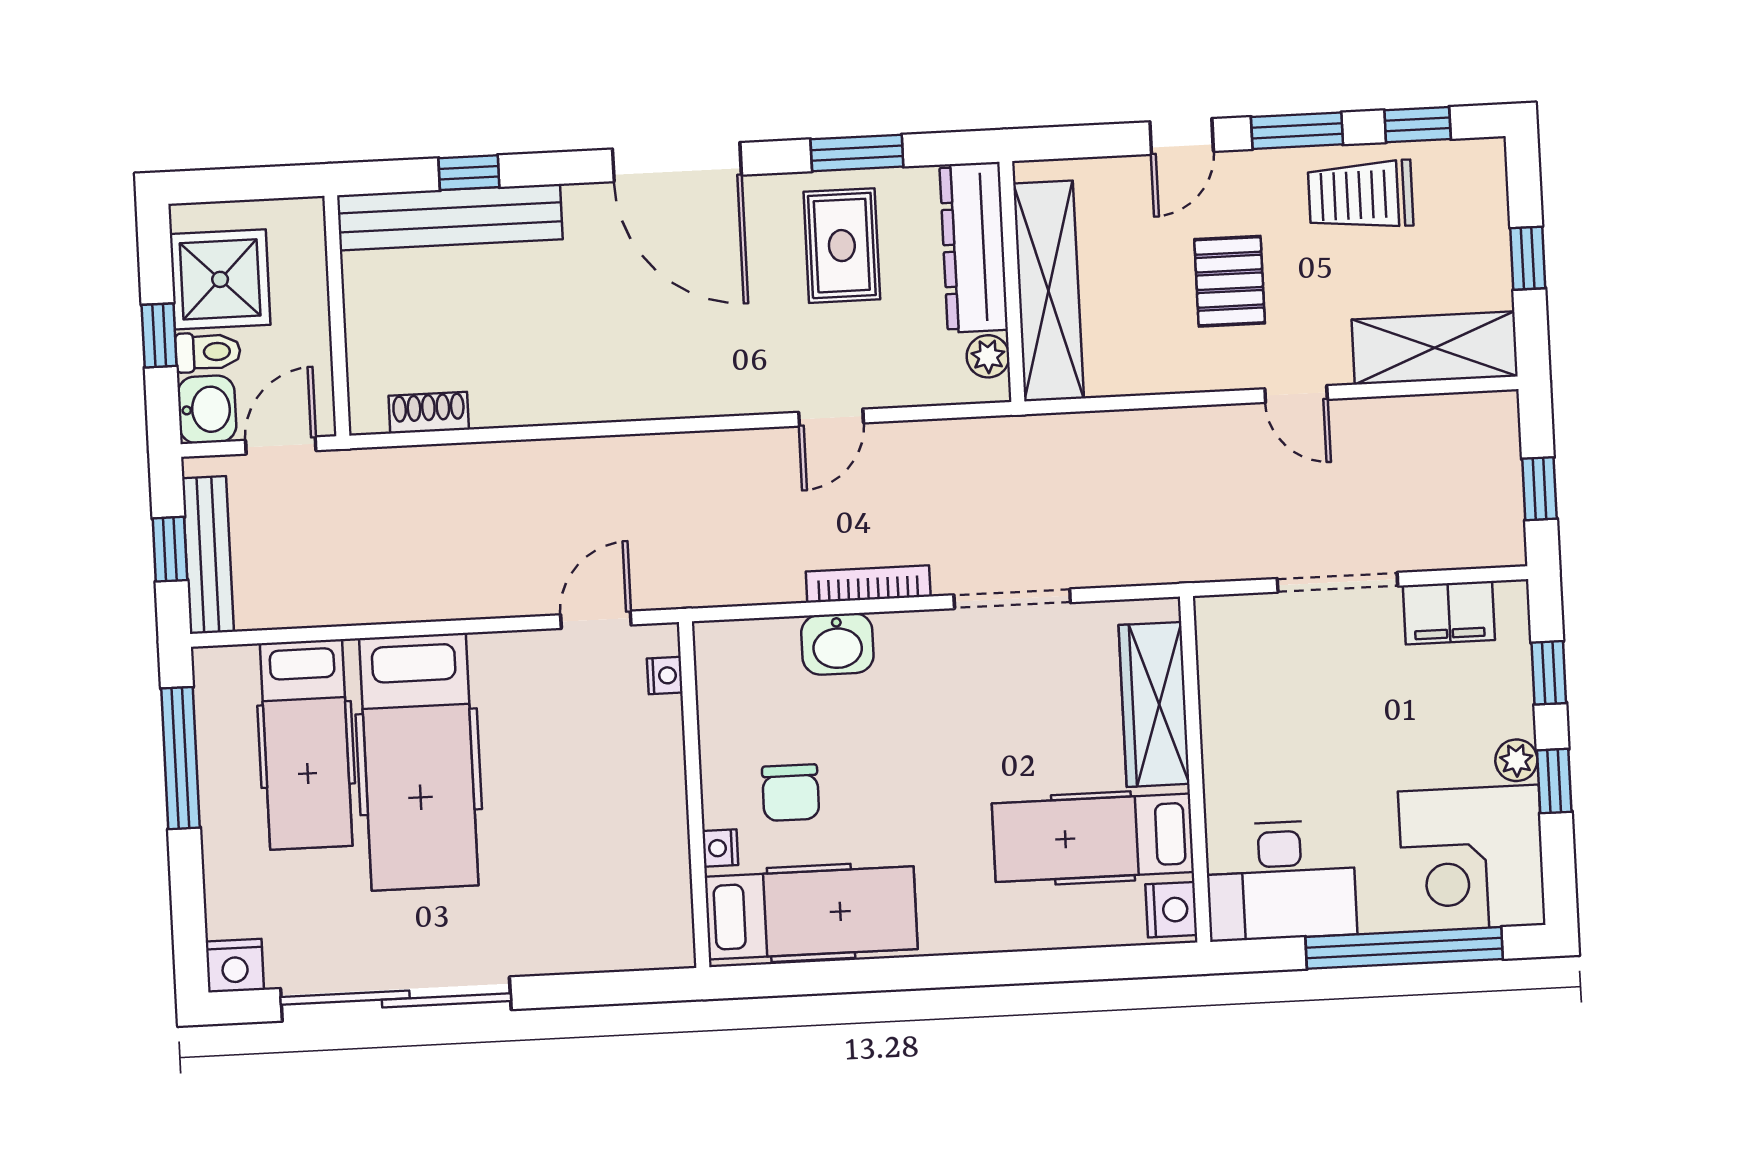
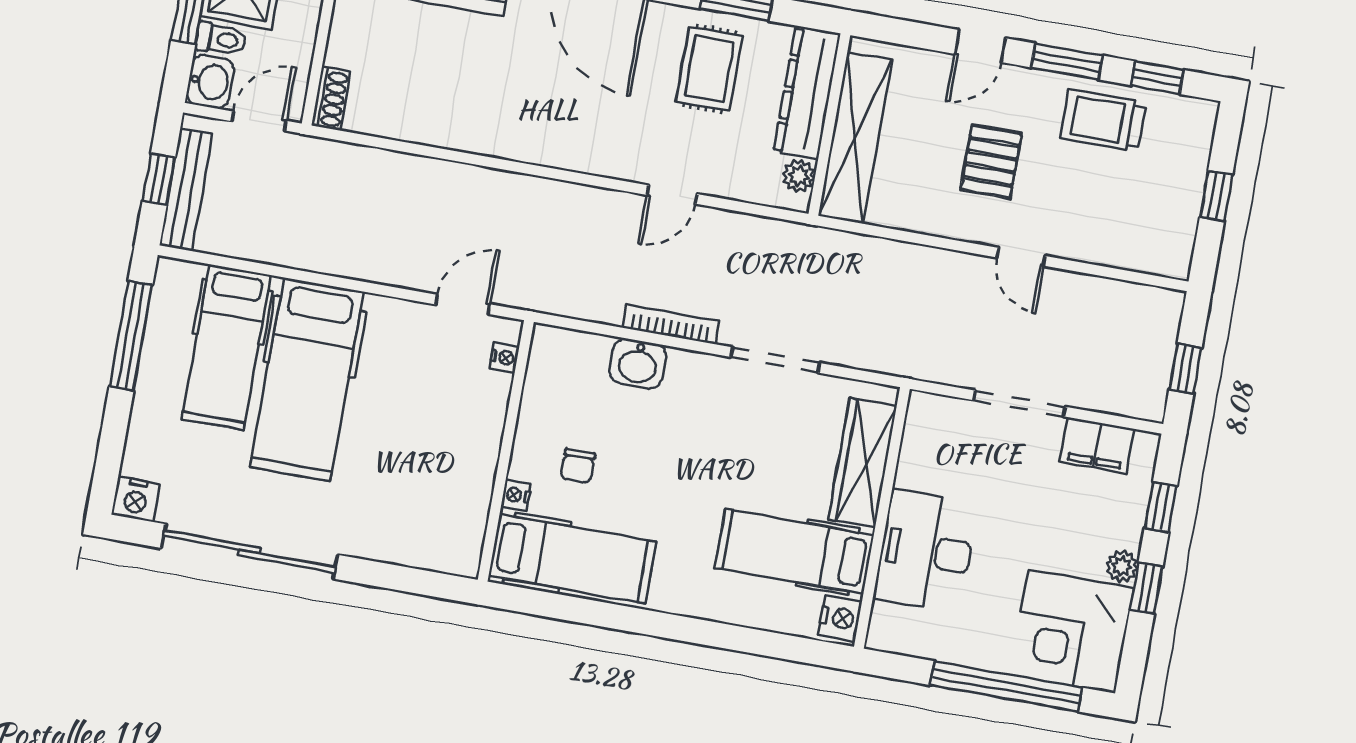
shelving: (1435, 348) -> (1132, 246), removed
shoe rack: (429, 413) -> (331, 99), moved, turned 90
chair: (791, 793) -> (578, 466), width x0.73, depth x0.73
desk: (1281, 880) -> (926, 551), moved, turned 90

